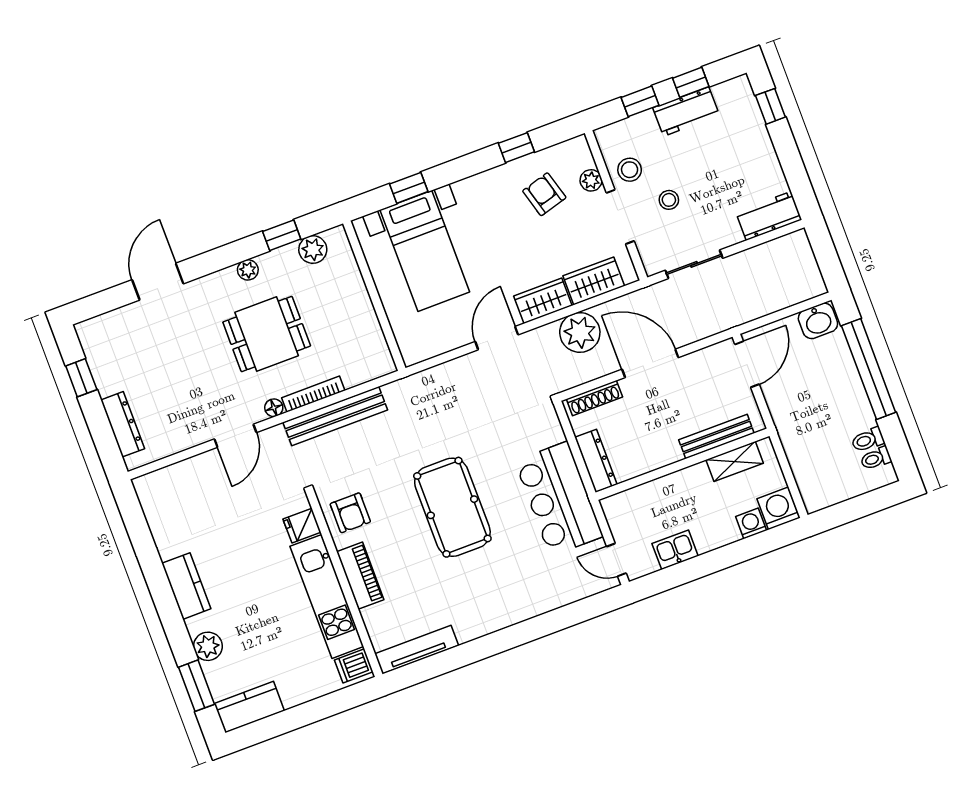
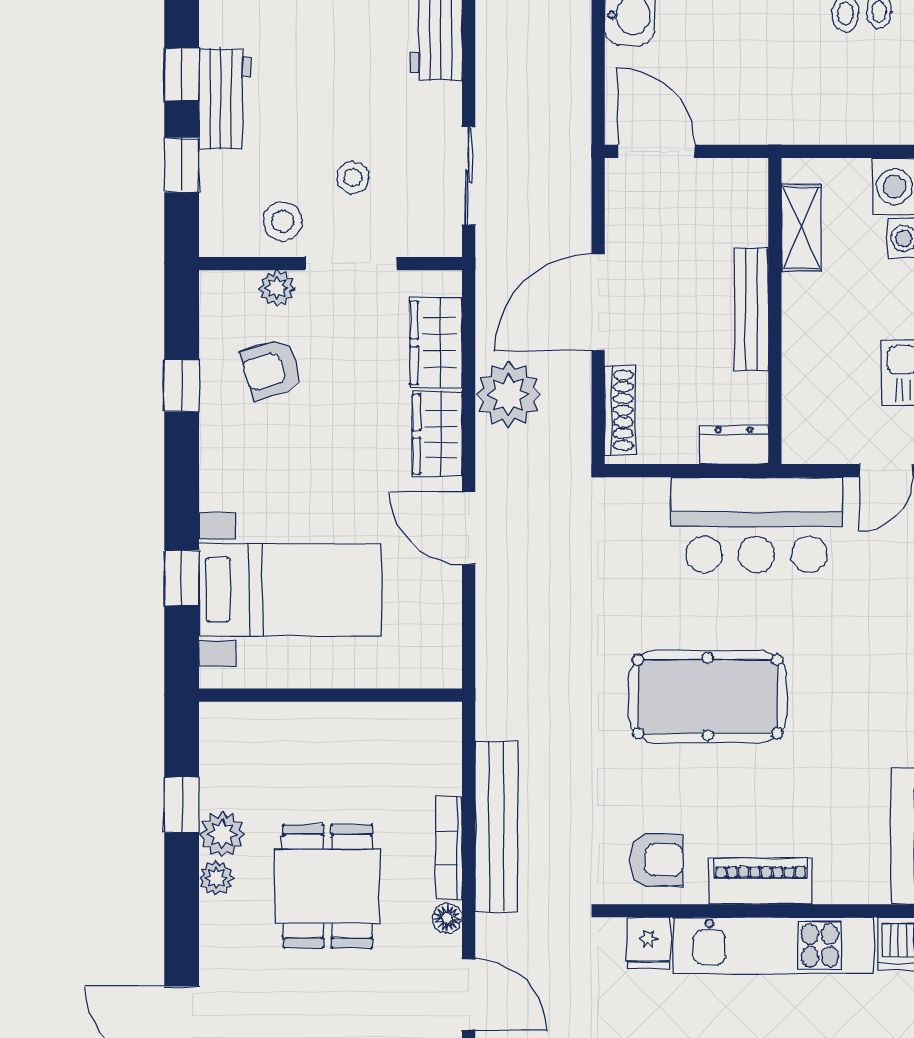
plant: (313, 250) -> (222, 834), moved
bench: (716, 436) -> (751, 310), moved
dresser: (596, 461) -> (734, 445), width x0.70

